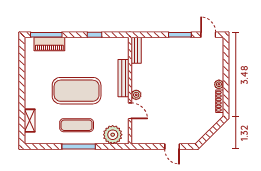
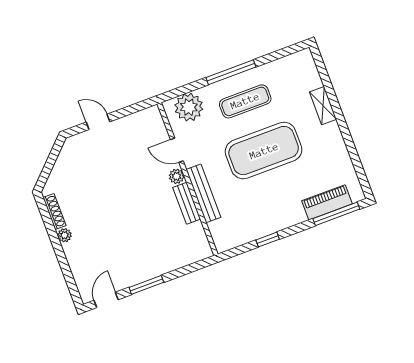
door: (208, 35) -> (106, 300), swing flipped
bench: (136, 50) -> (187, 203), moved
shelving: (30, 121) -> (323, 106), moved

